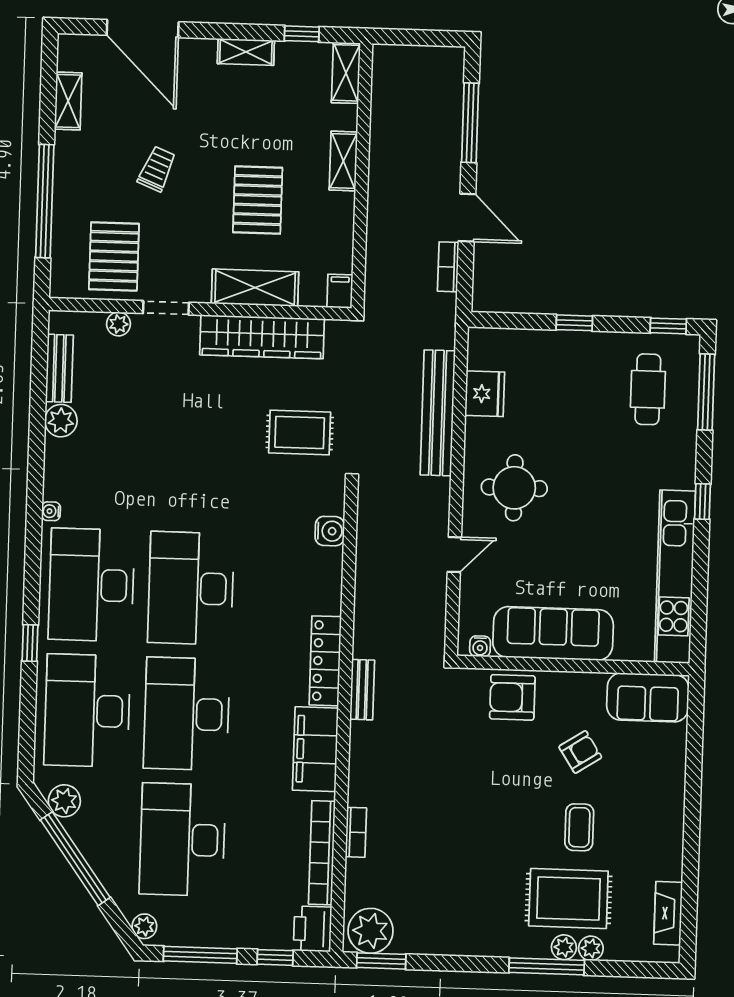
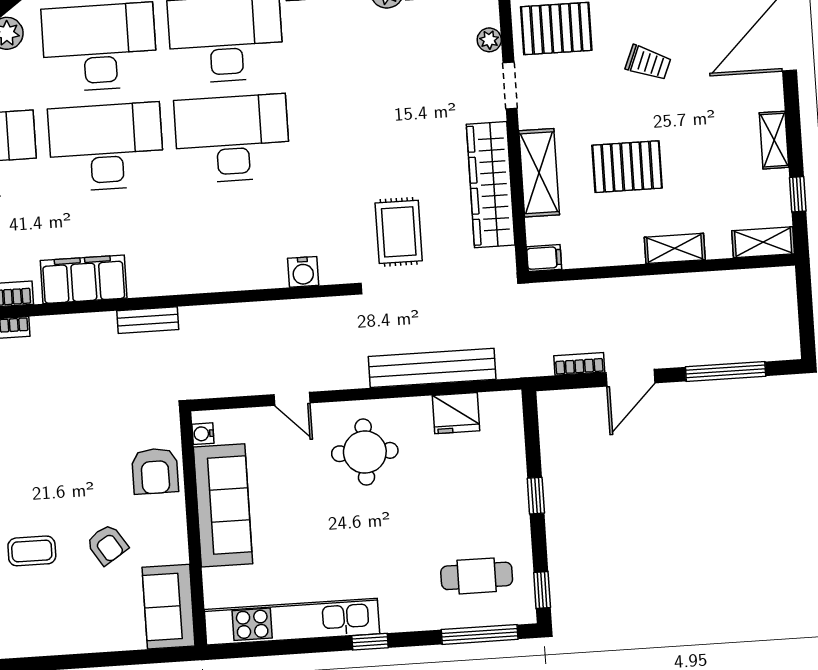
locker: (325, 661) -> (173, 280), removed
armchair: (512, 697) -> (155, 471), turned 180

